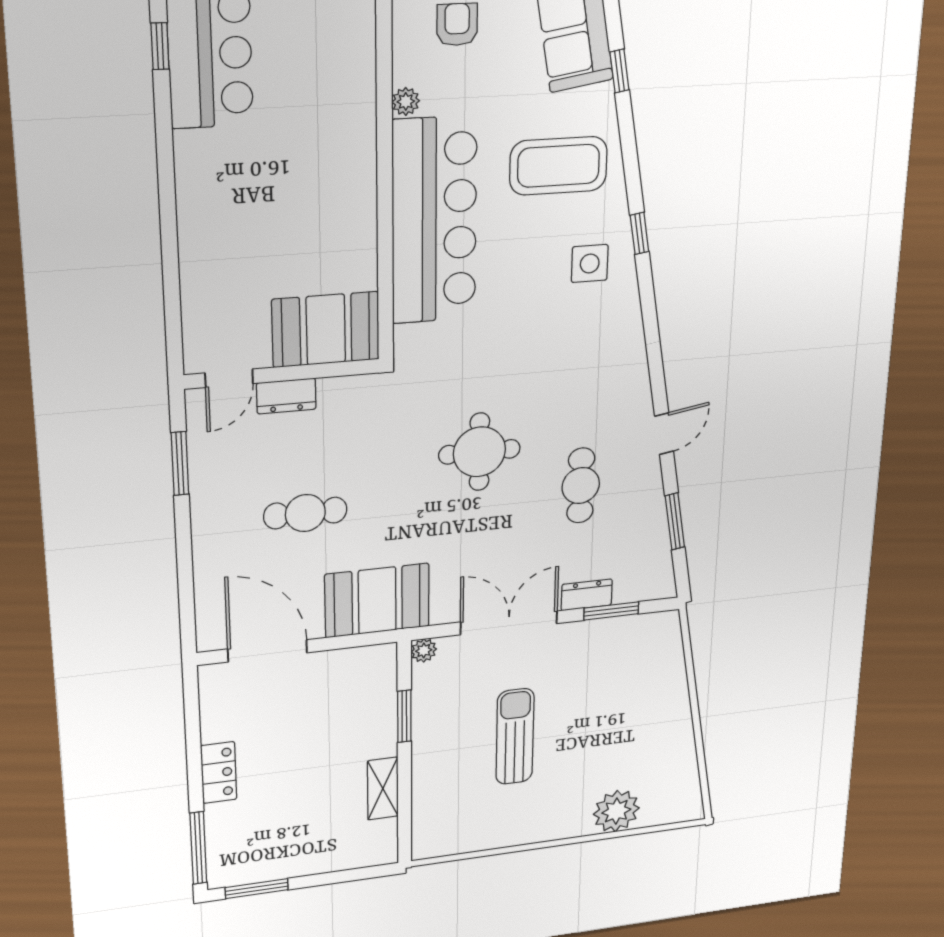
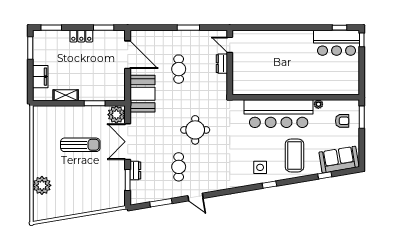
booth: (326, 330) -> (244, 77), removed
window: (180, 463) -> (188, 28), moved
cafe table: (581, 486) -> (179, 167), turned 90
double door: (509, 623) -> (128, 142), swing flipped
door: (268, 651) -> (128, 55), hinge flipped
plant: (424, 651) -> (116, 115), width x1.87, depth x1.87
window: (192, 721) -> (104, 28), added
window: (198, 848) -> (51, 28), width x0.69
filing cabinet: (333, 855) -> (40, 77), added

